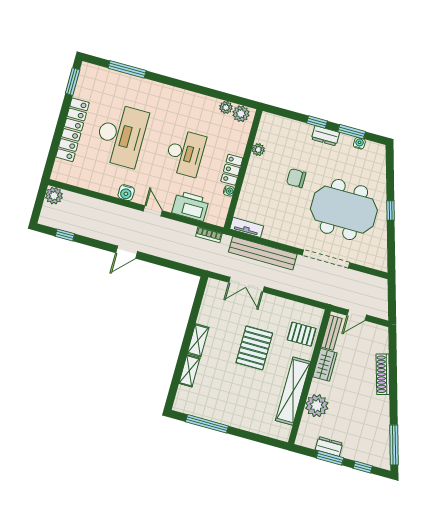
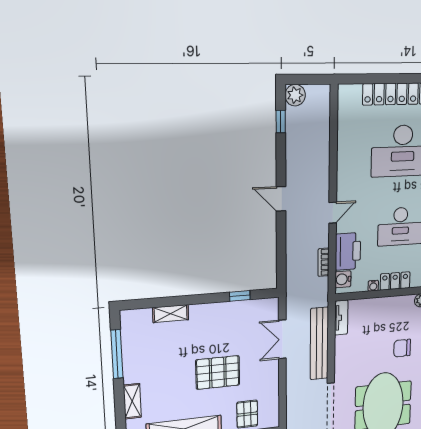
chair: (296, 178) -> (402, 348), turned -90
water cooler: (126, 193) -> (343, 279), moved
plant: (54, 196) -> (295, 95), moved
bookcase: (209, 235) -> (324, 262), moved
window: (195, 310) -> (240, 296), added
shelving: (198, 340) -> (132, 401), moved, turned 90

